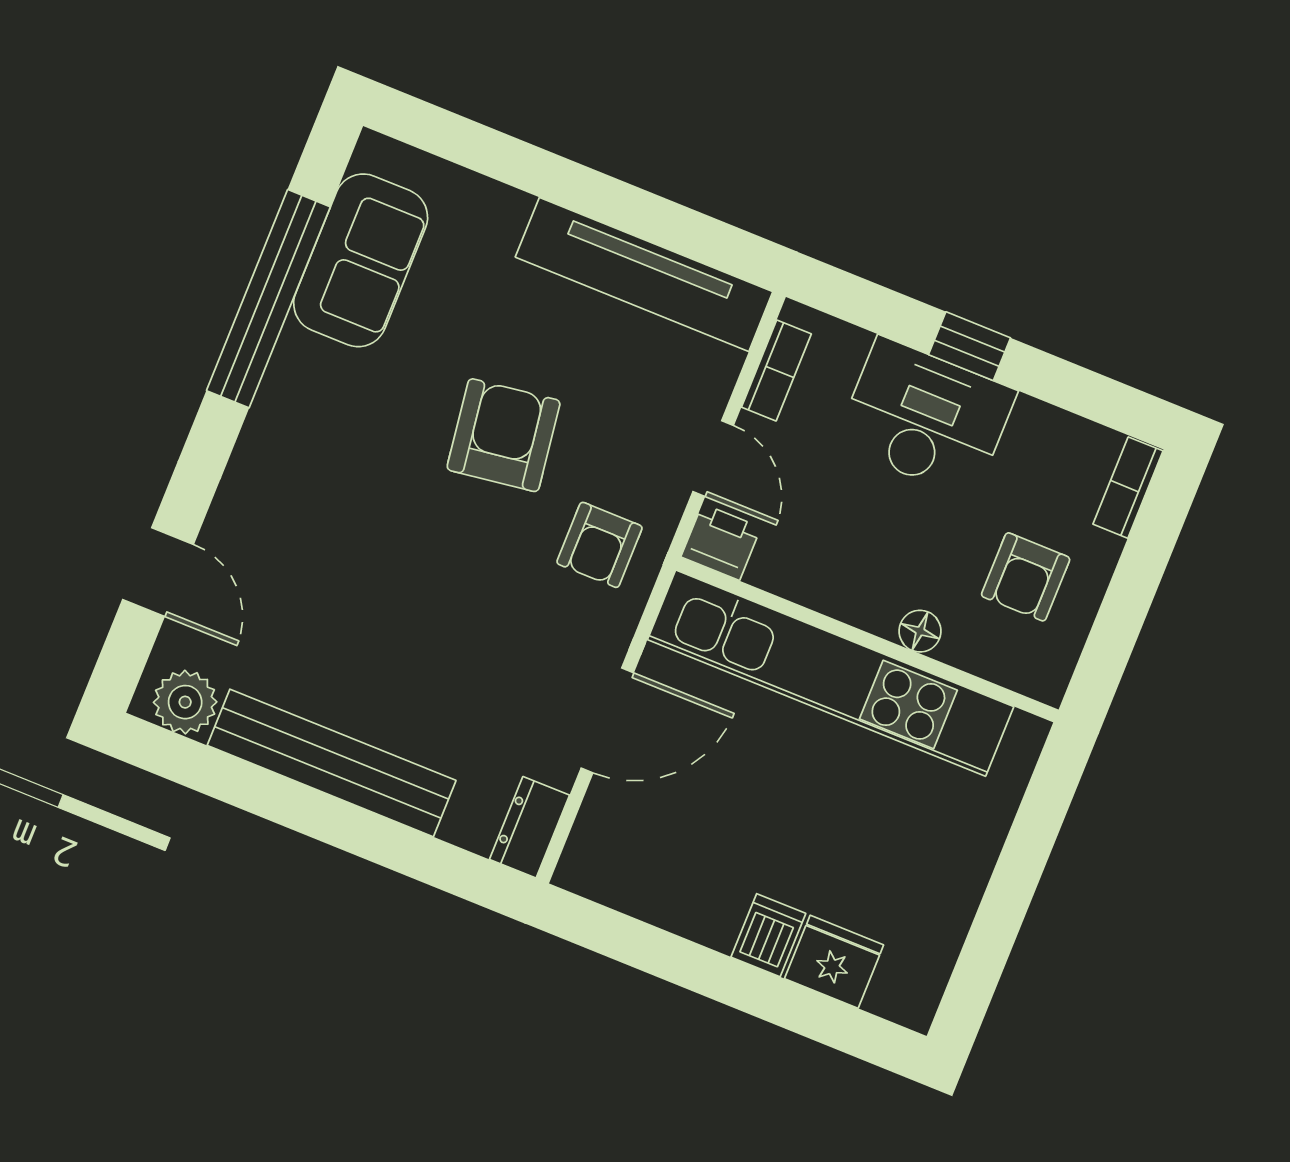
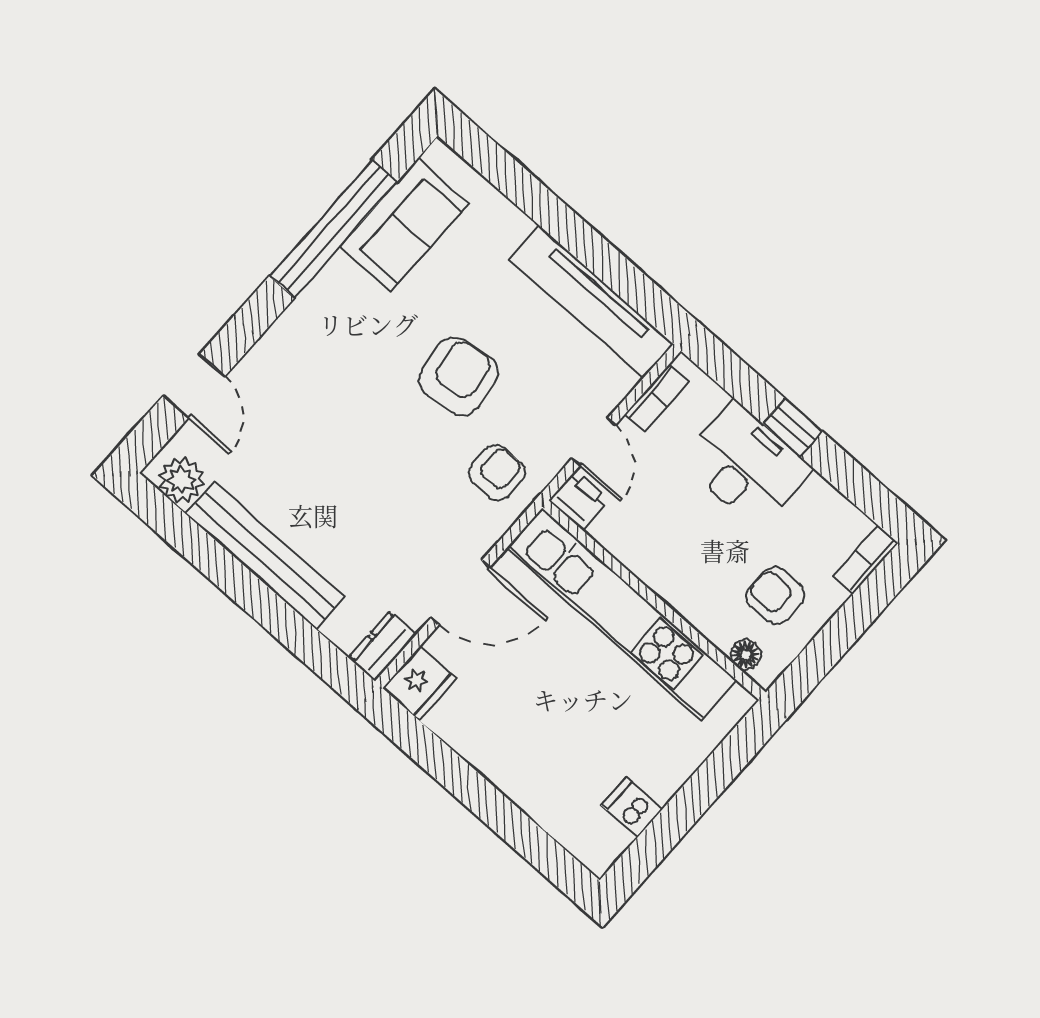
armchair: (599, 545) -> (497, 473), turned 180
armchair: (1026, 577) -> (775, 596), turned 90
floor lamp: (920, 631) -> (746, 655), moved
dishwasher: (768, 935) -> (632, 807), moved, turned -90
fridge: (834, 962) -> (419, 683), moved, turned 90

